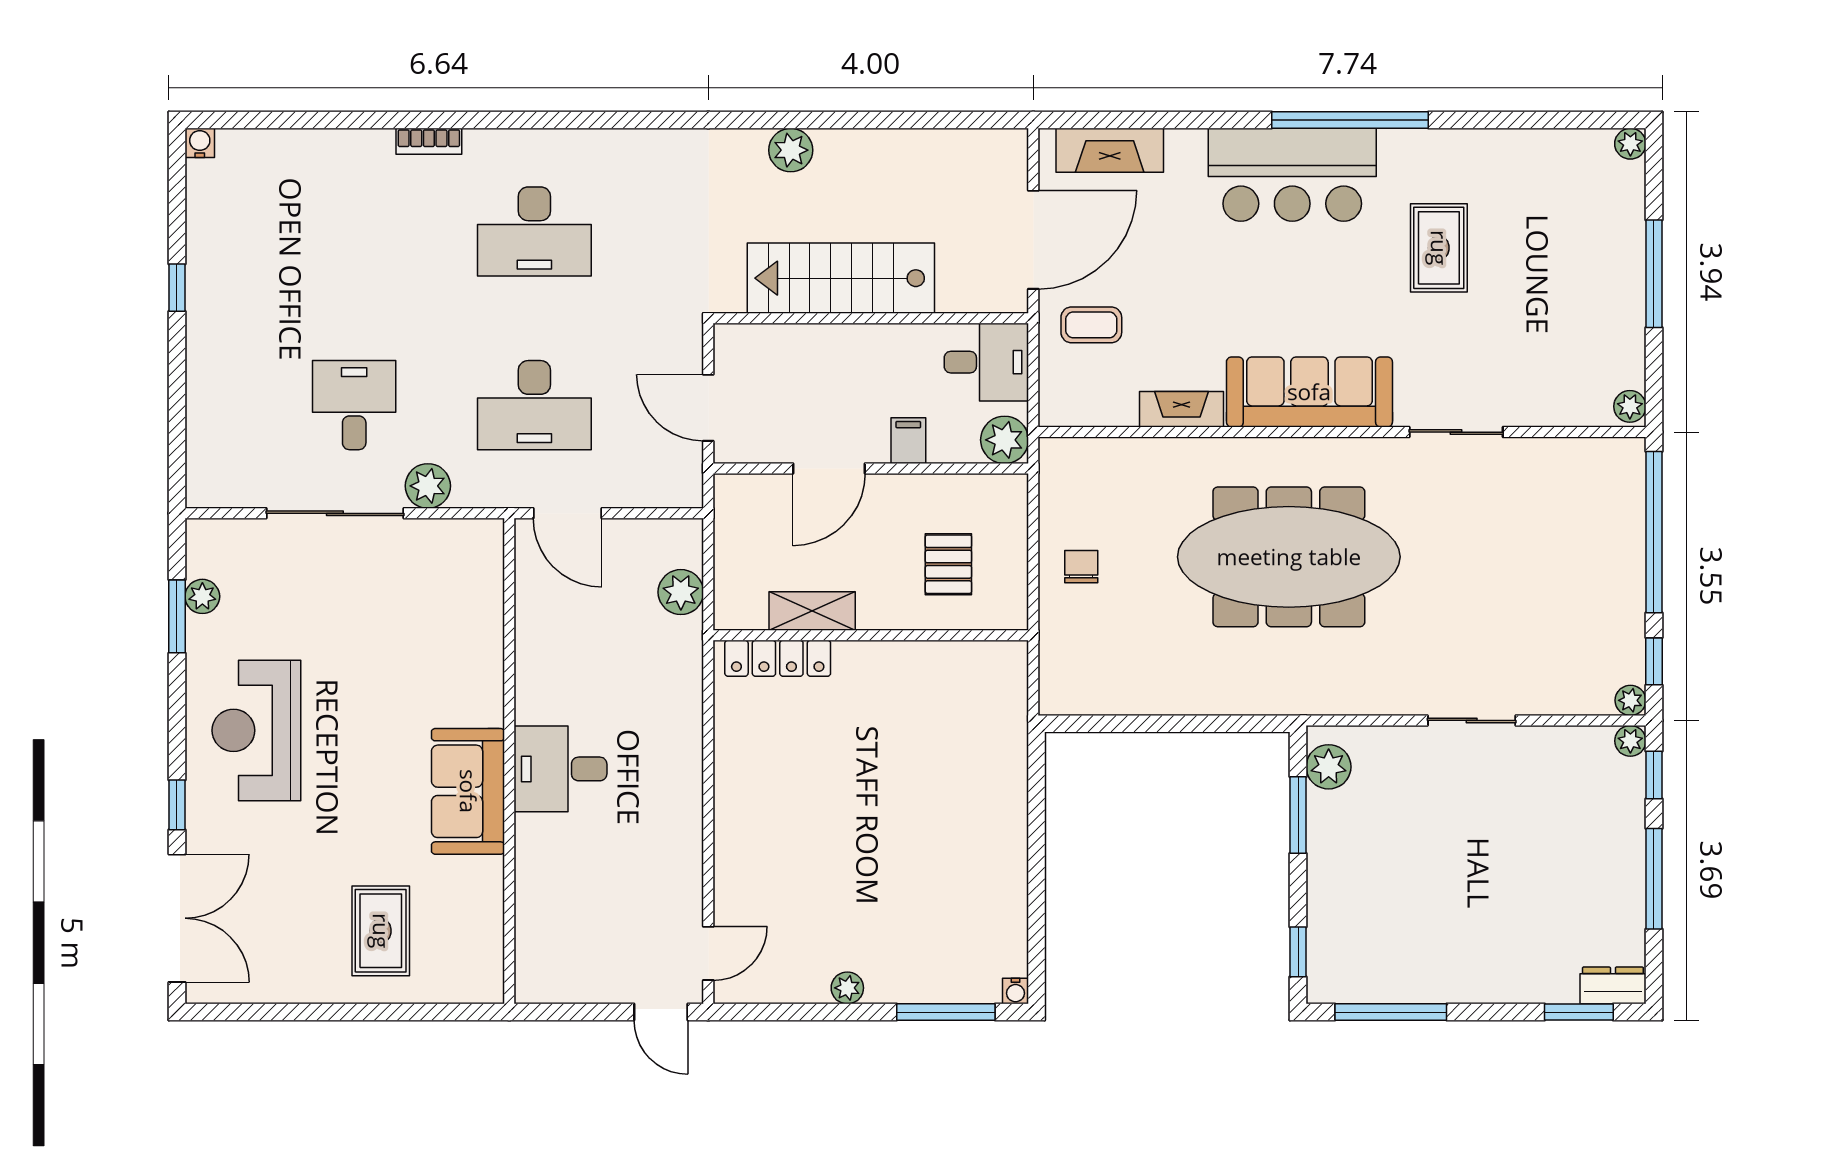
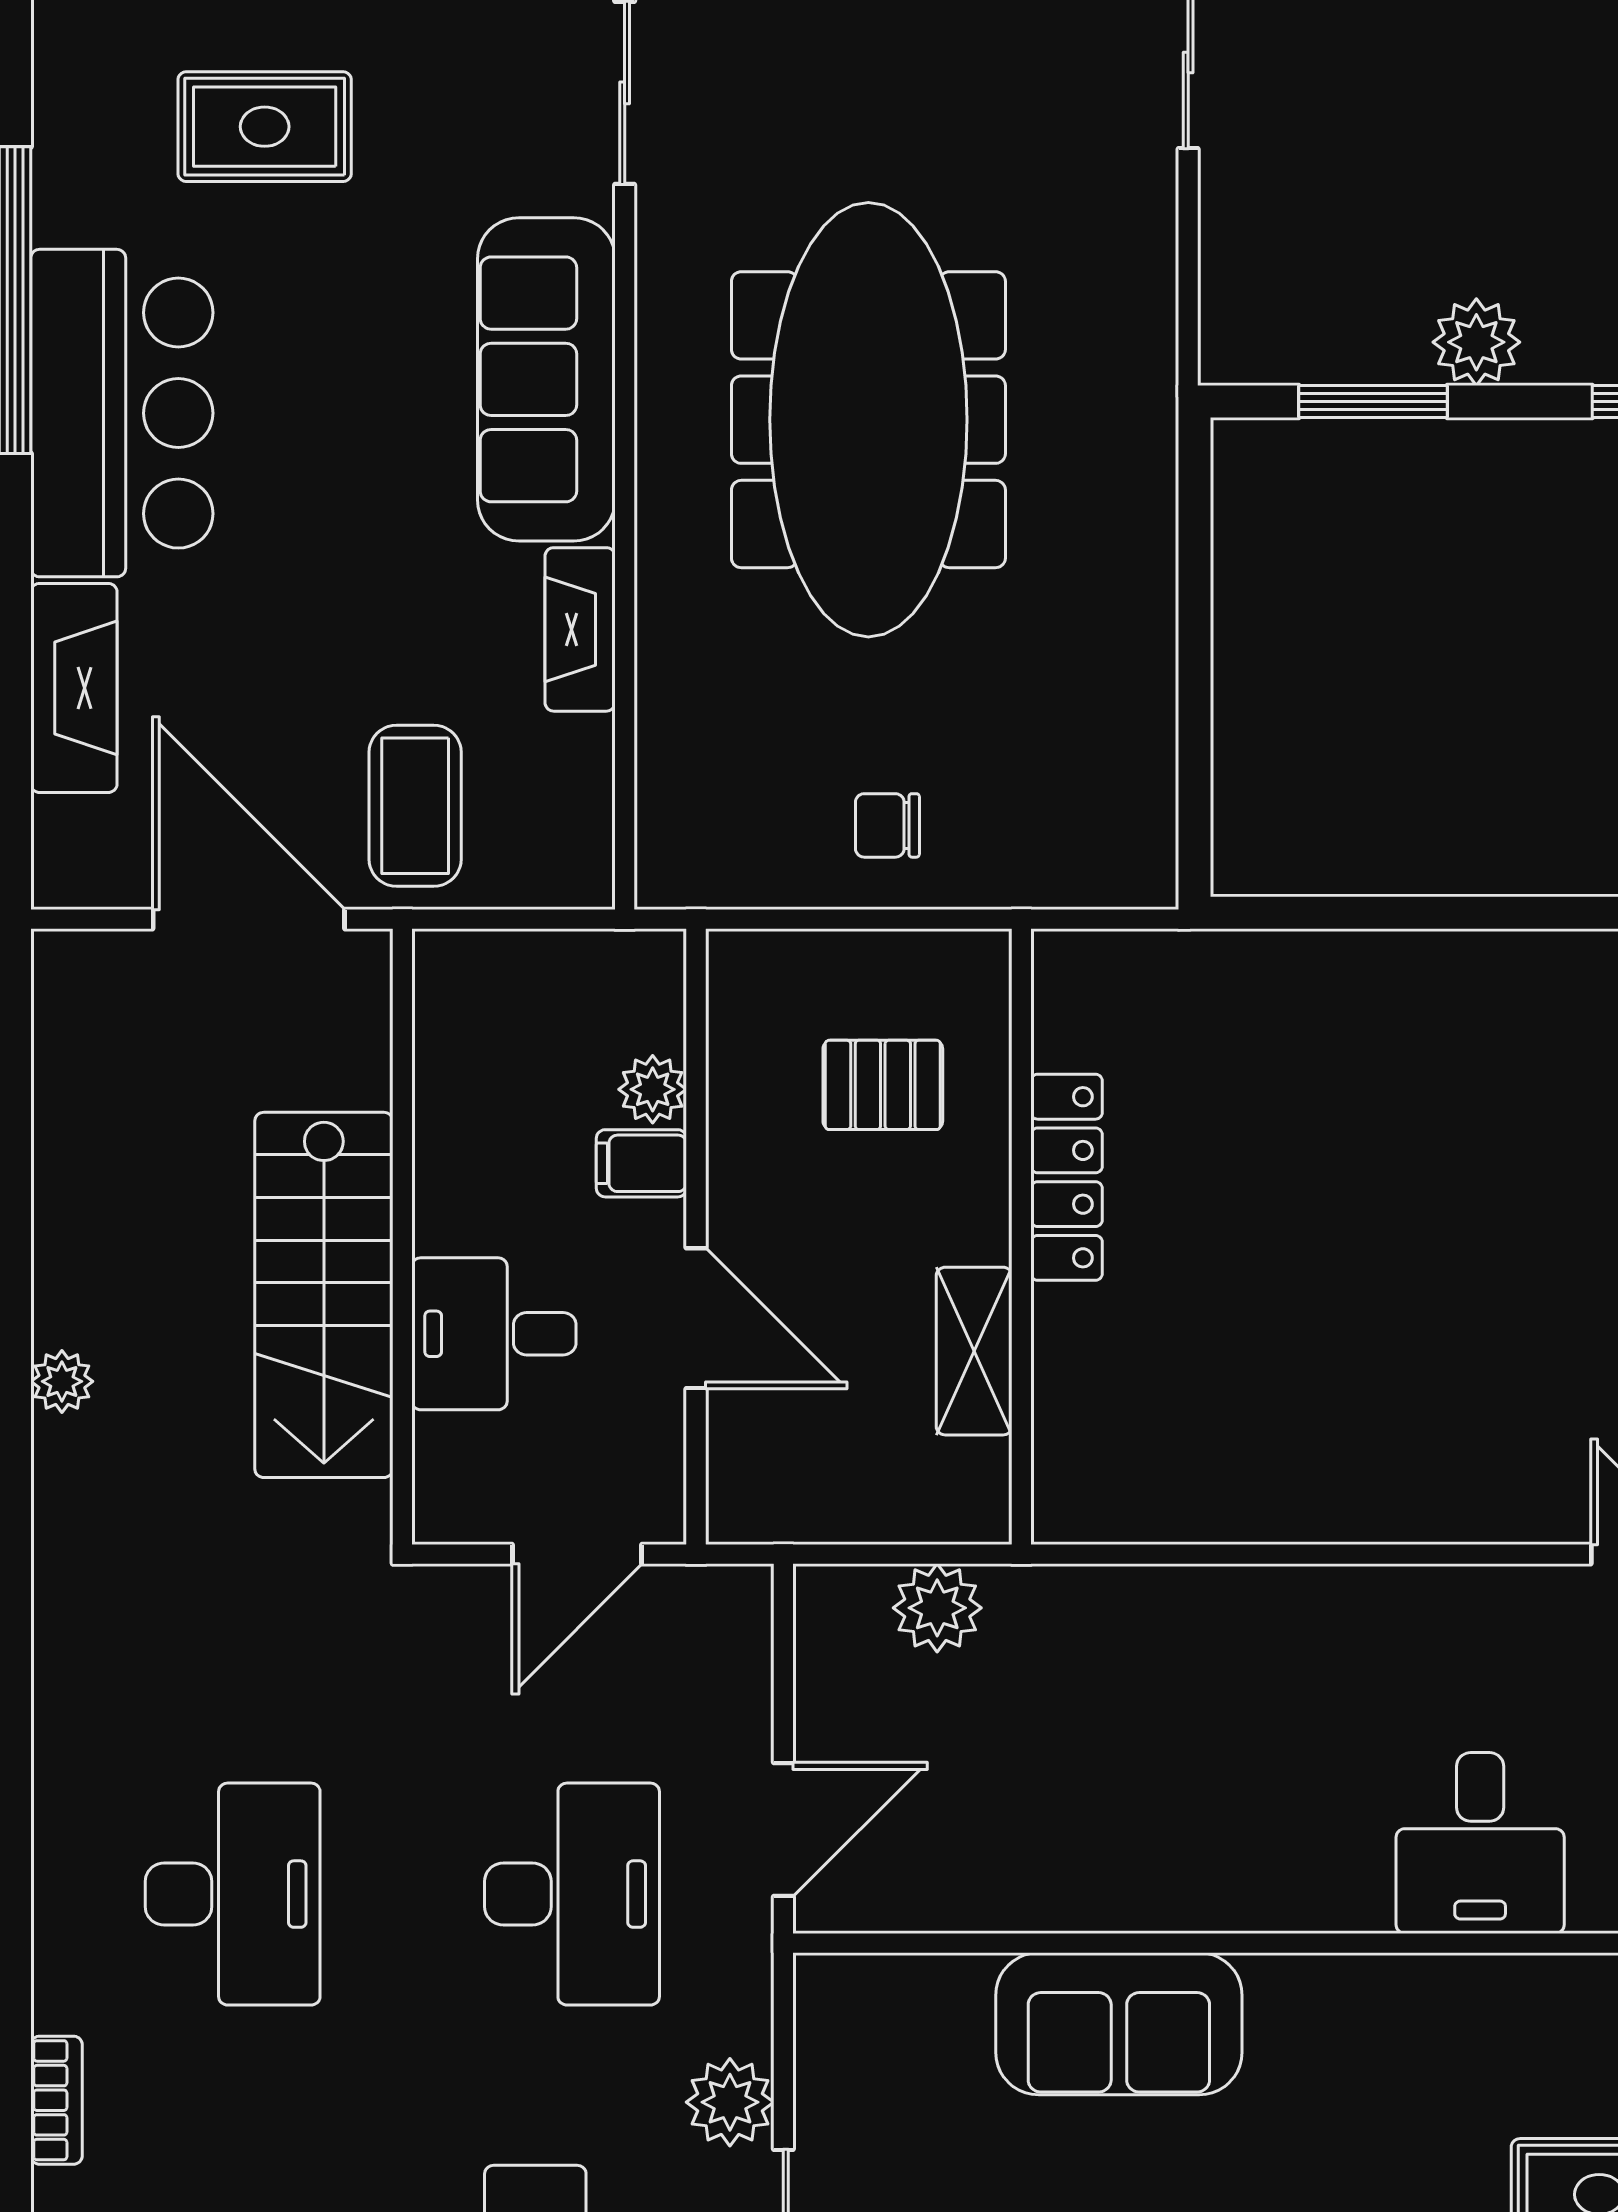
plant: (791, 150) -> (62, 1381), width x0.73, depth x0.73
fireplace: (1110, 150) -> (74, 688), moved
coffee table: (1091, 325) -> (415, 806), width x1.36, depth x1.30
desk: (986, 362) -> (494, 1334), moved, turned -90
plant: (1005, 440) -> (653, 1089), moved, width x0.73, depth x0.73
locker: (778, 658) -> (1067, 1177), moved
plant: (1329, 767) -> (1476, 342), moved
desk: (560, 769) -> (1480, 1843), moved
sofa: (468, 791) -> (1119, 2024), moved

